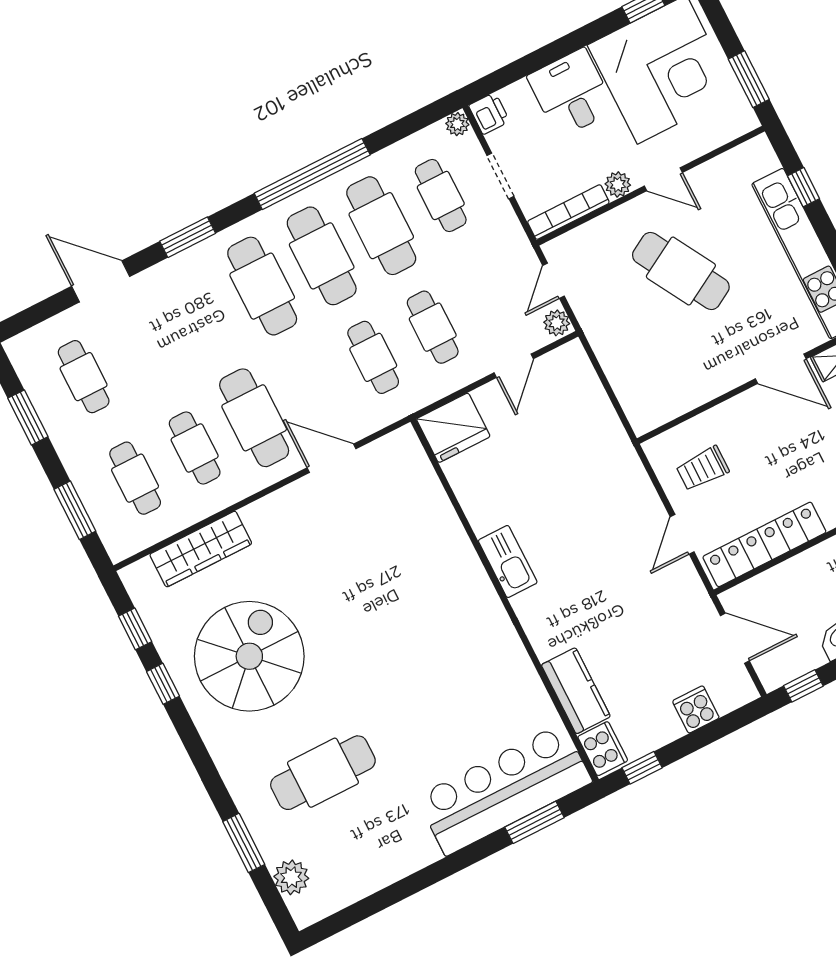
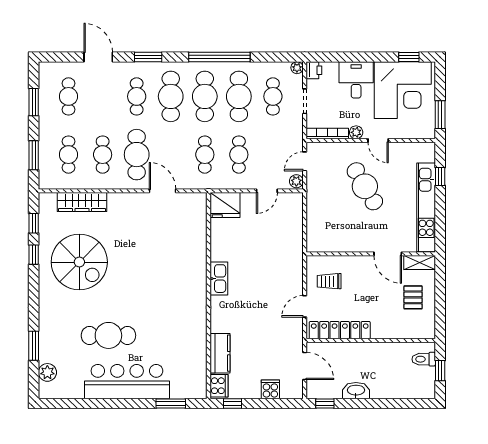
cafe table: (203, 316) -> (137, 96), added
spiral stairs: (249, 656) -> (79, 262), turned 90
cafe table: (323, 773) -> (108, 335), moved
bar counter: (504, 789) -> (127, 382), moved

